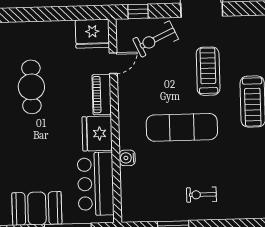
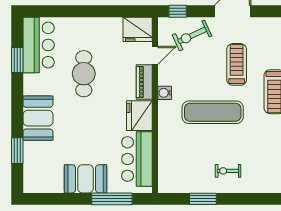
water cooler: (127, 158) -> (165, 93), moved

